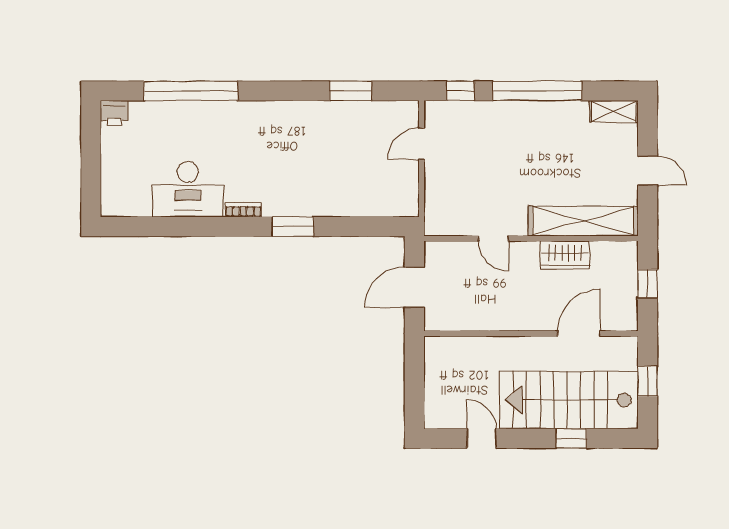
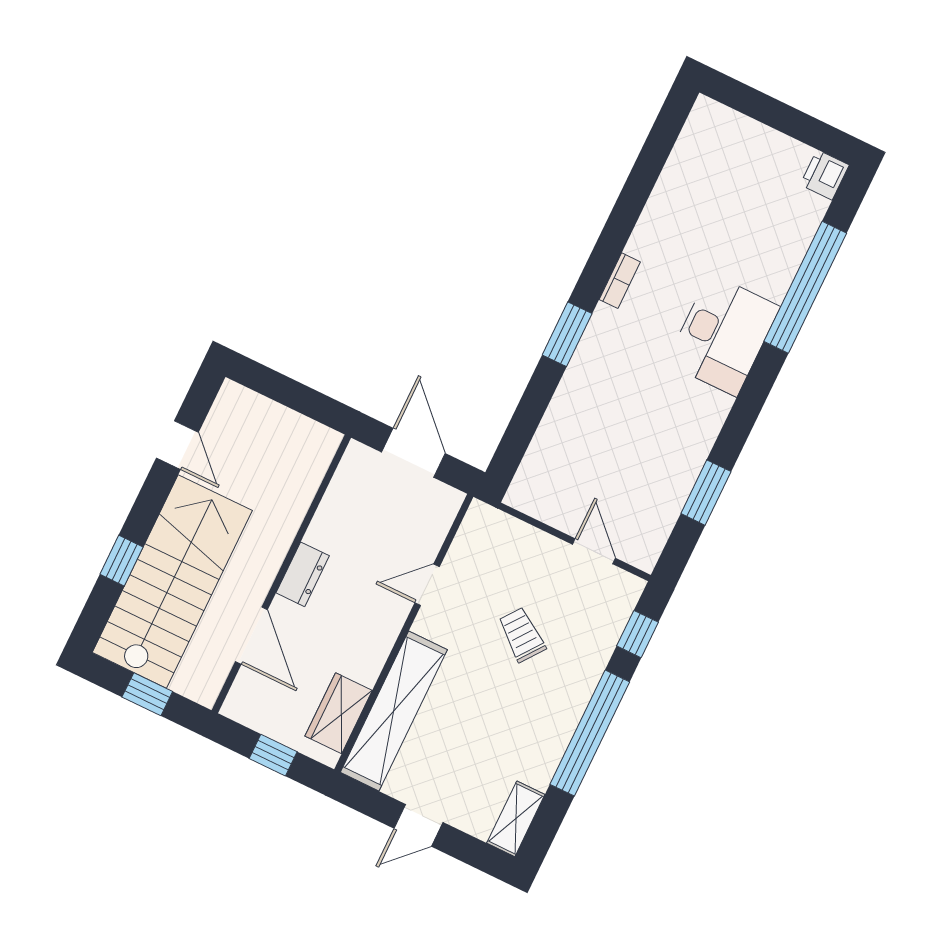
trolley: (496, 164) -> (522, 635), added
desk: (188, 189) -> (723, 335), moved, turned 180
wardrobe: (565, 255) -> (339, 713), moved
dresser: (525, 320) -> (303, 574), added
door: (482, 438) -> (177, 445), hinge flipped

